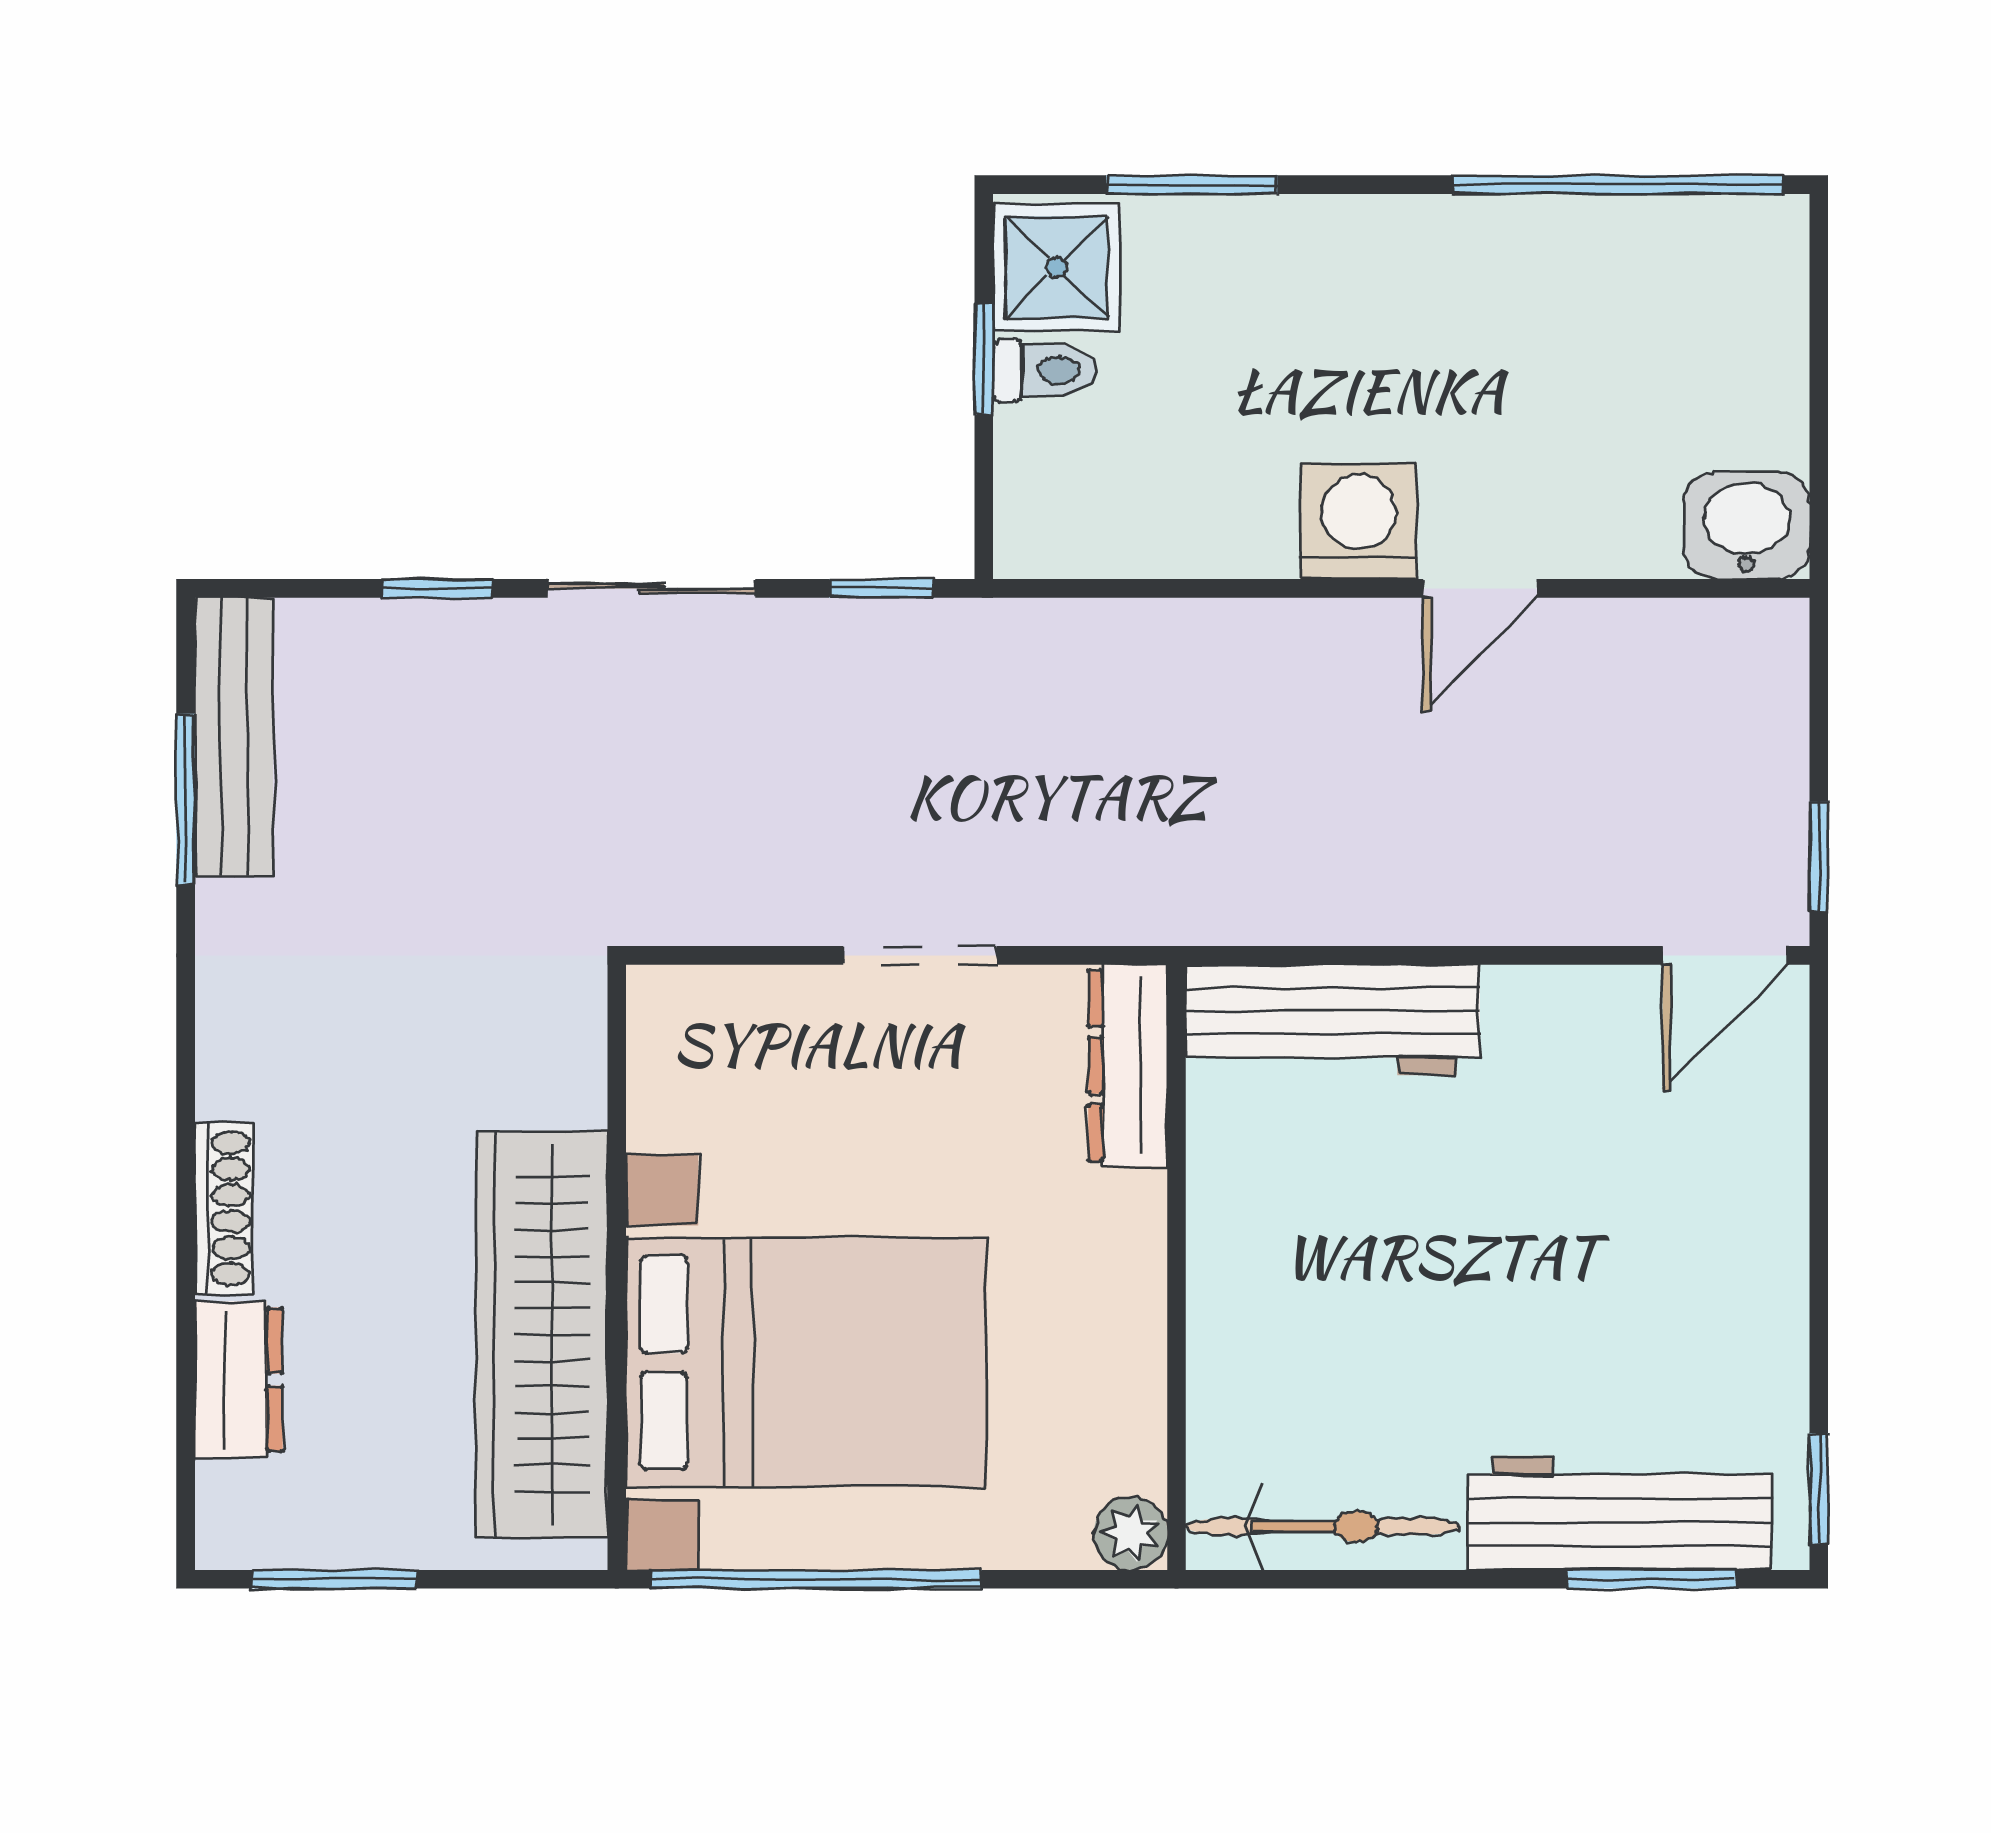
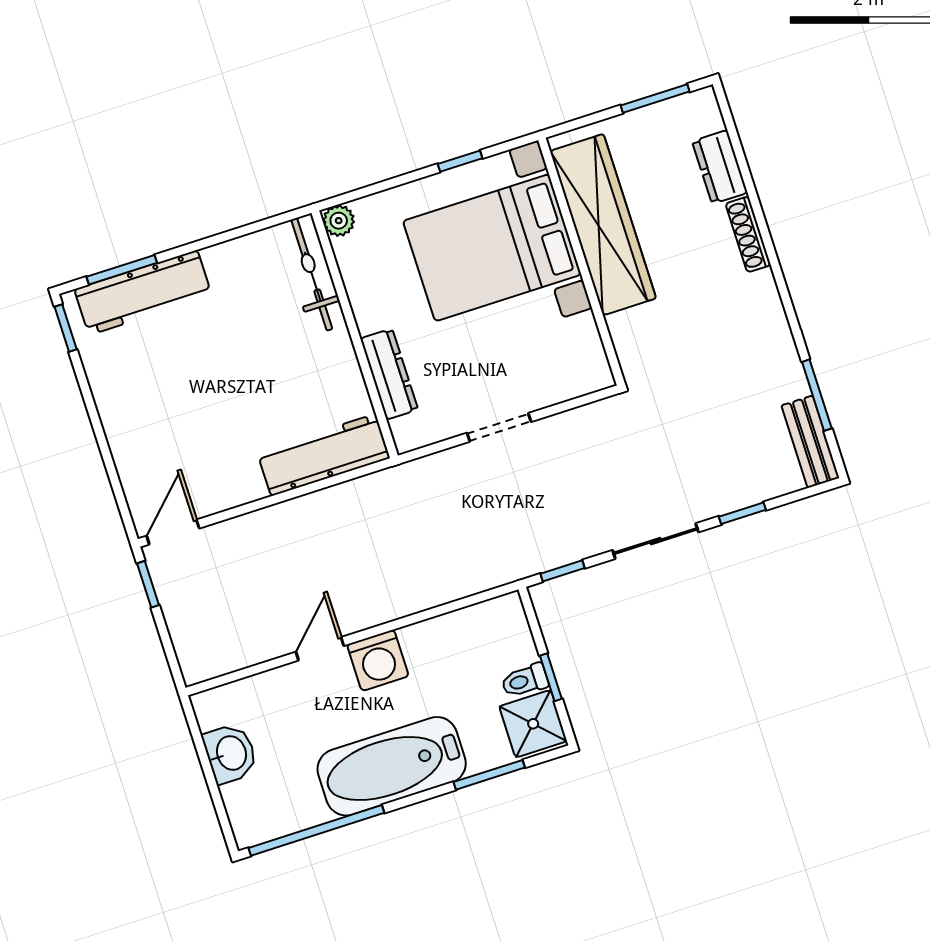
bathtub: (1404, 274) -> (392, 766), added
washbasin: (1746, 526) -> (230, 753), moved, turned -90
bench: (234, 737) -> (810, 442), width x0.73
dresser: (1128, 1065) -> (389, 374), moved
bicycle: (1323, 1527) -> (312, 274), moved, turned 90
window: (816, 1579) -> (460, 161), width x0.32

